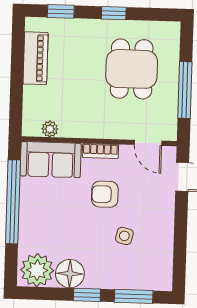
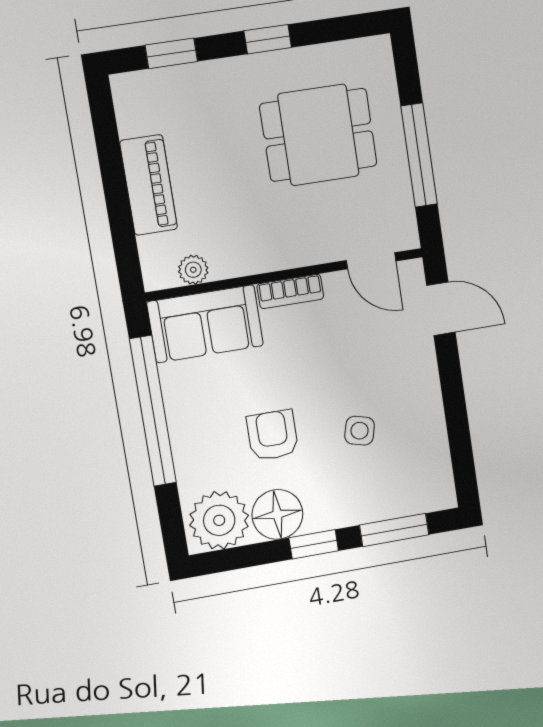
piano: (36, 58) -> (149, 185), moved
dining table: (132, 69) -> (318, 135), turned 90
armchair: (105, 194) -> (273, 435), moved, turned 90

